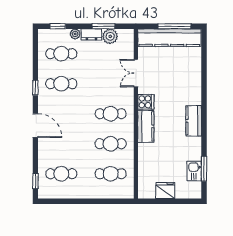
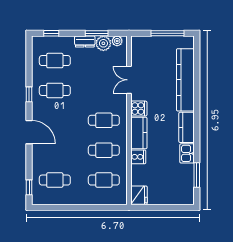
plant: (75, 34) -> (117, 41), moved
kitchen counter: (169, 38) -> (185, 80), moved, turned 90
cooker: (145, 150) -> (138, 157), added
kitchen sink: (194, 171) -> (187, 153), moved
fridge: (165, 191) -> (139, 195), moved, turned 90

